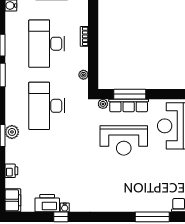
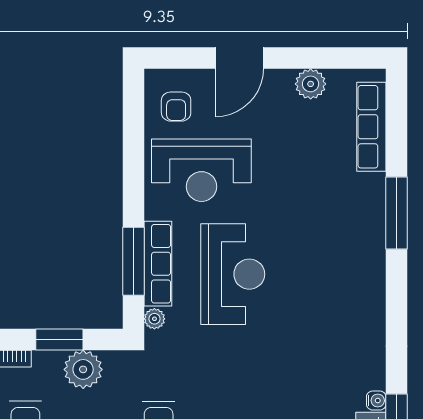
window: (93, 59) -> (59, 340), added
plant: (83, 75) -> (83, 369), width x1.88, depth x1.88

